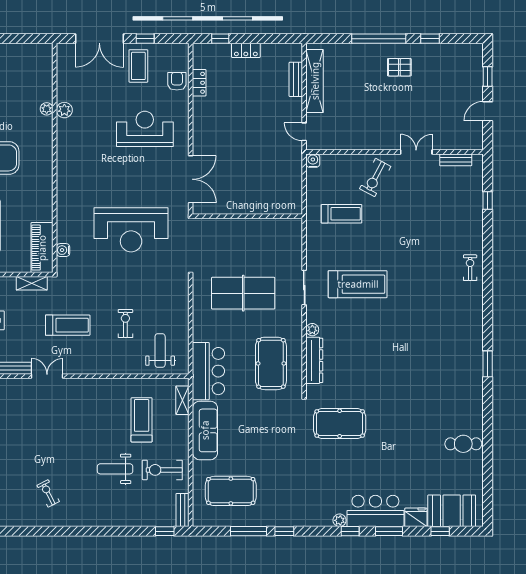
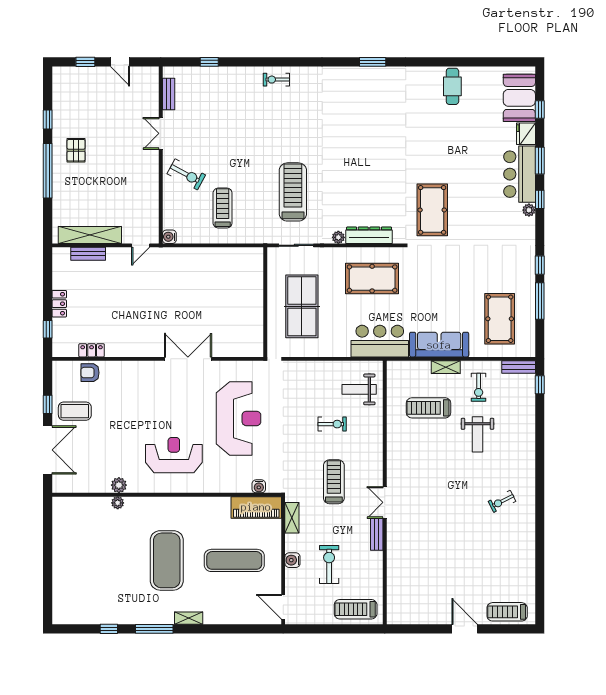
reception desk: (145, 129) -> (174, 455), moved, turned 90
wall: (247, 216) -> (265, 302), moved
exercise bike: (125, 323) -> (332, 424), turned 180
shelving: (182, 400) -> (446, 367), moved
exercise bike: (162, 470) -> (479, 387), width x0.73, depth x0.72

